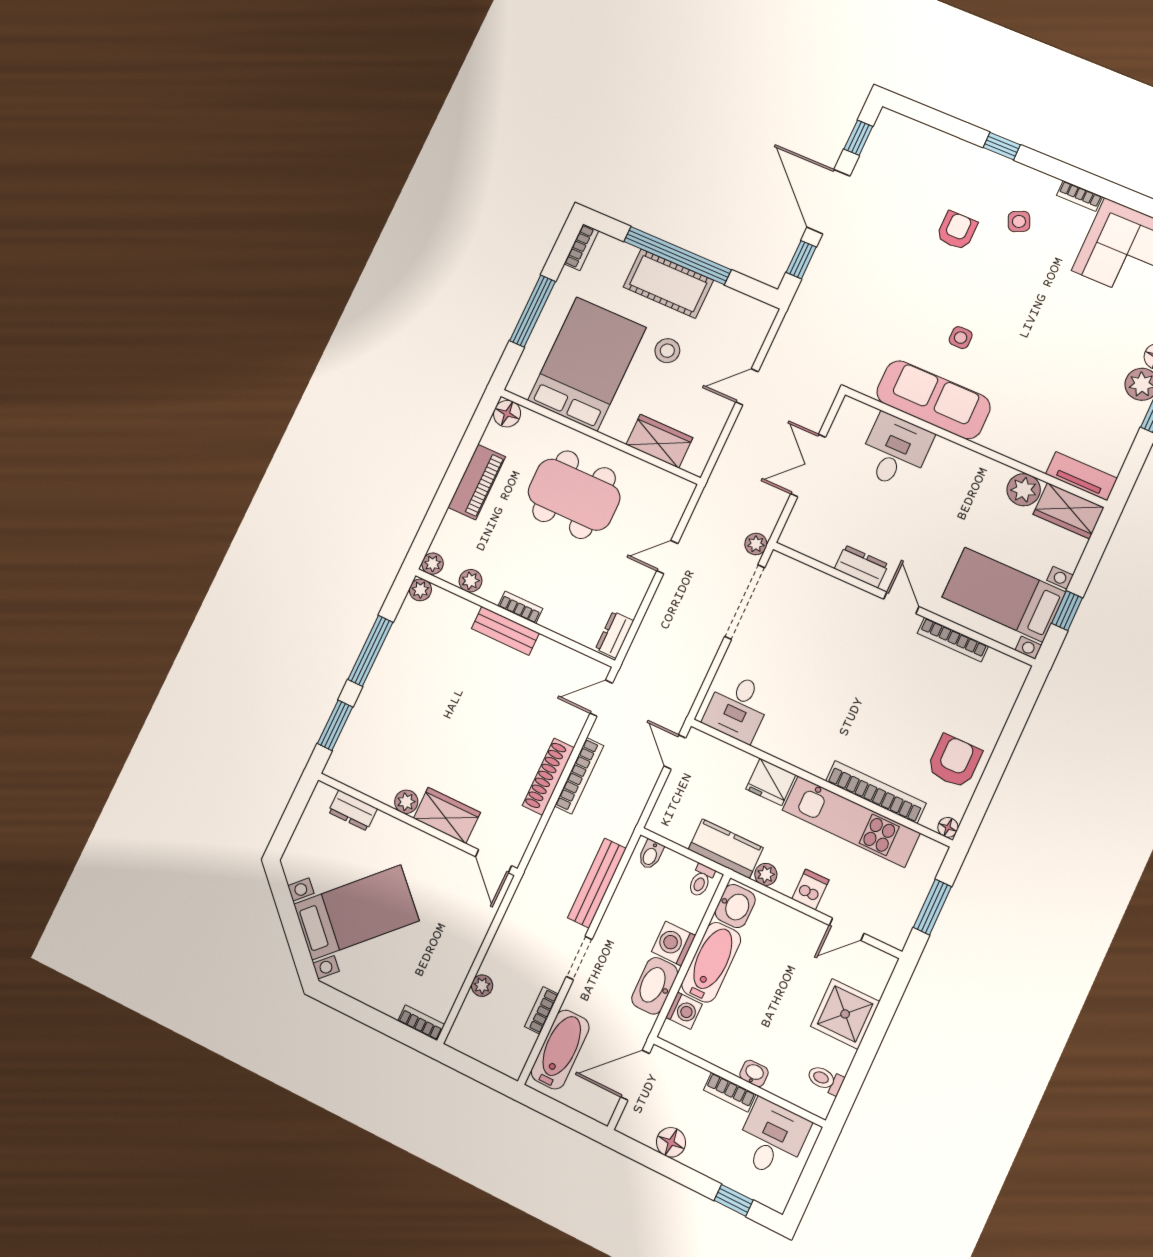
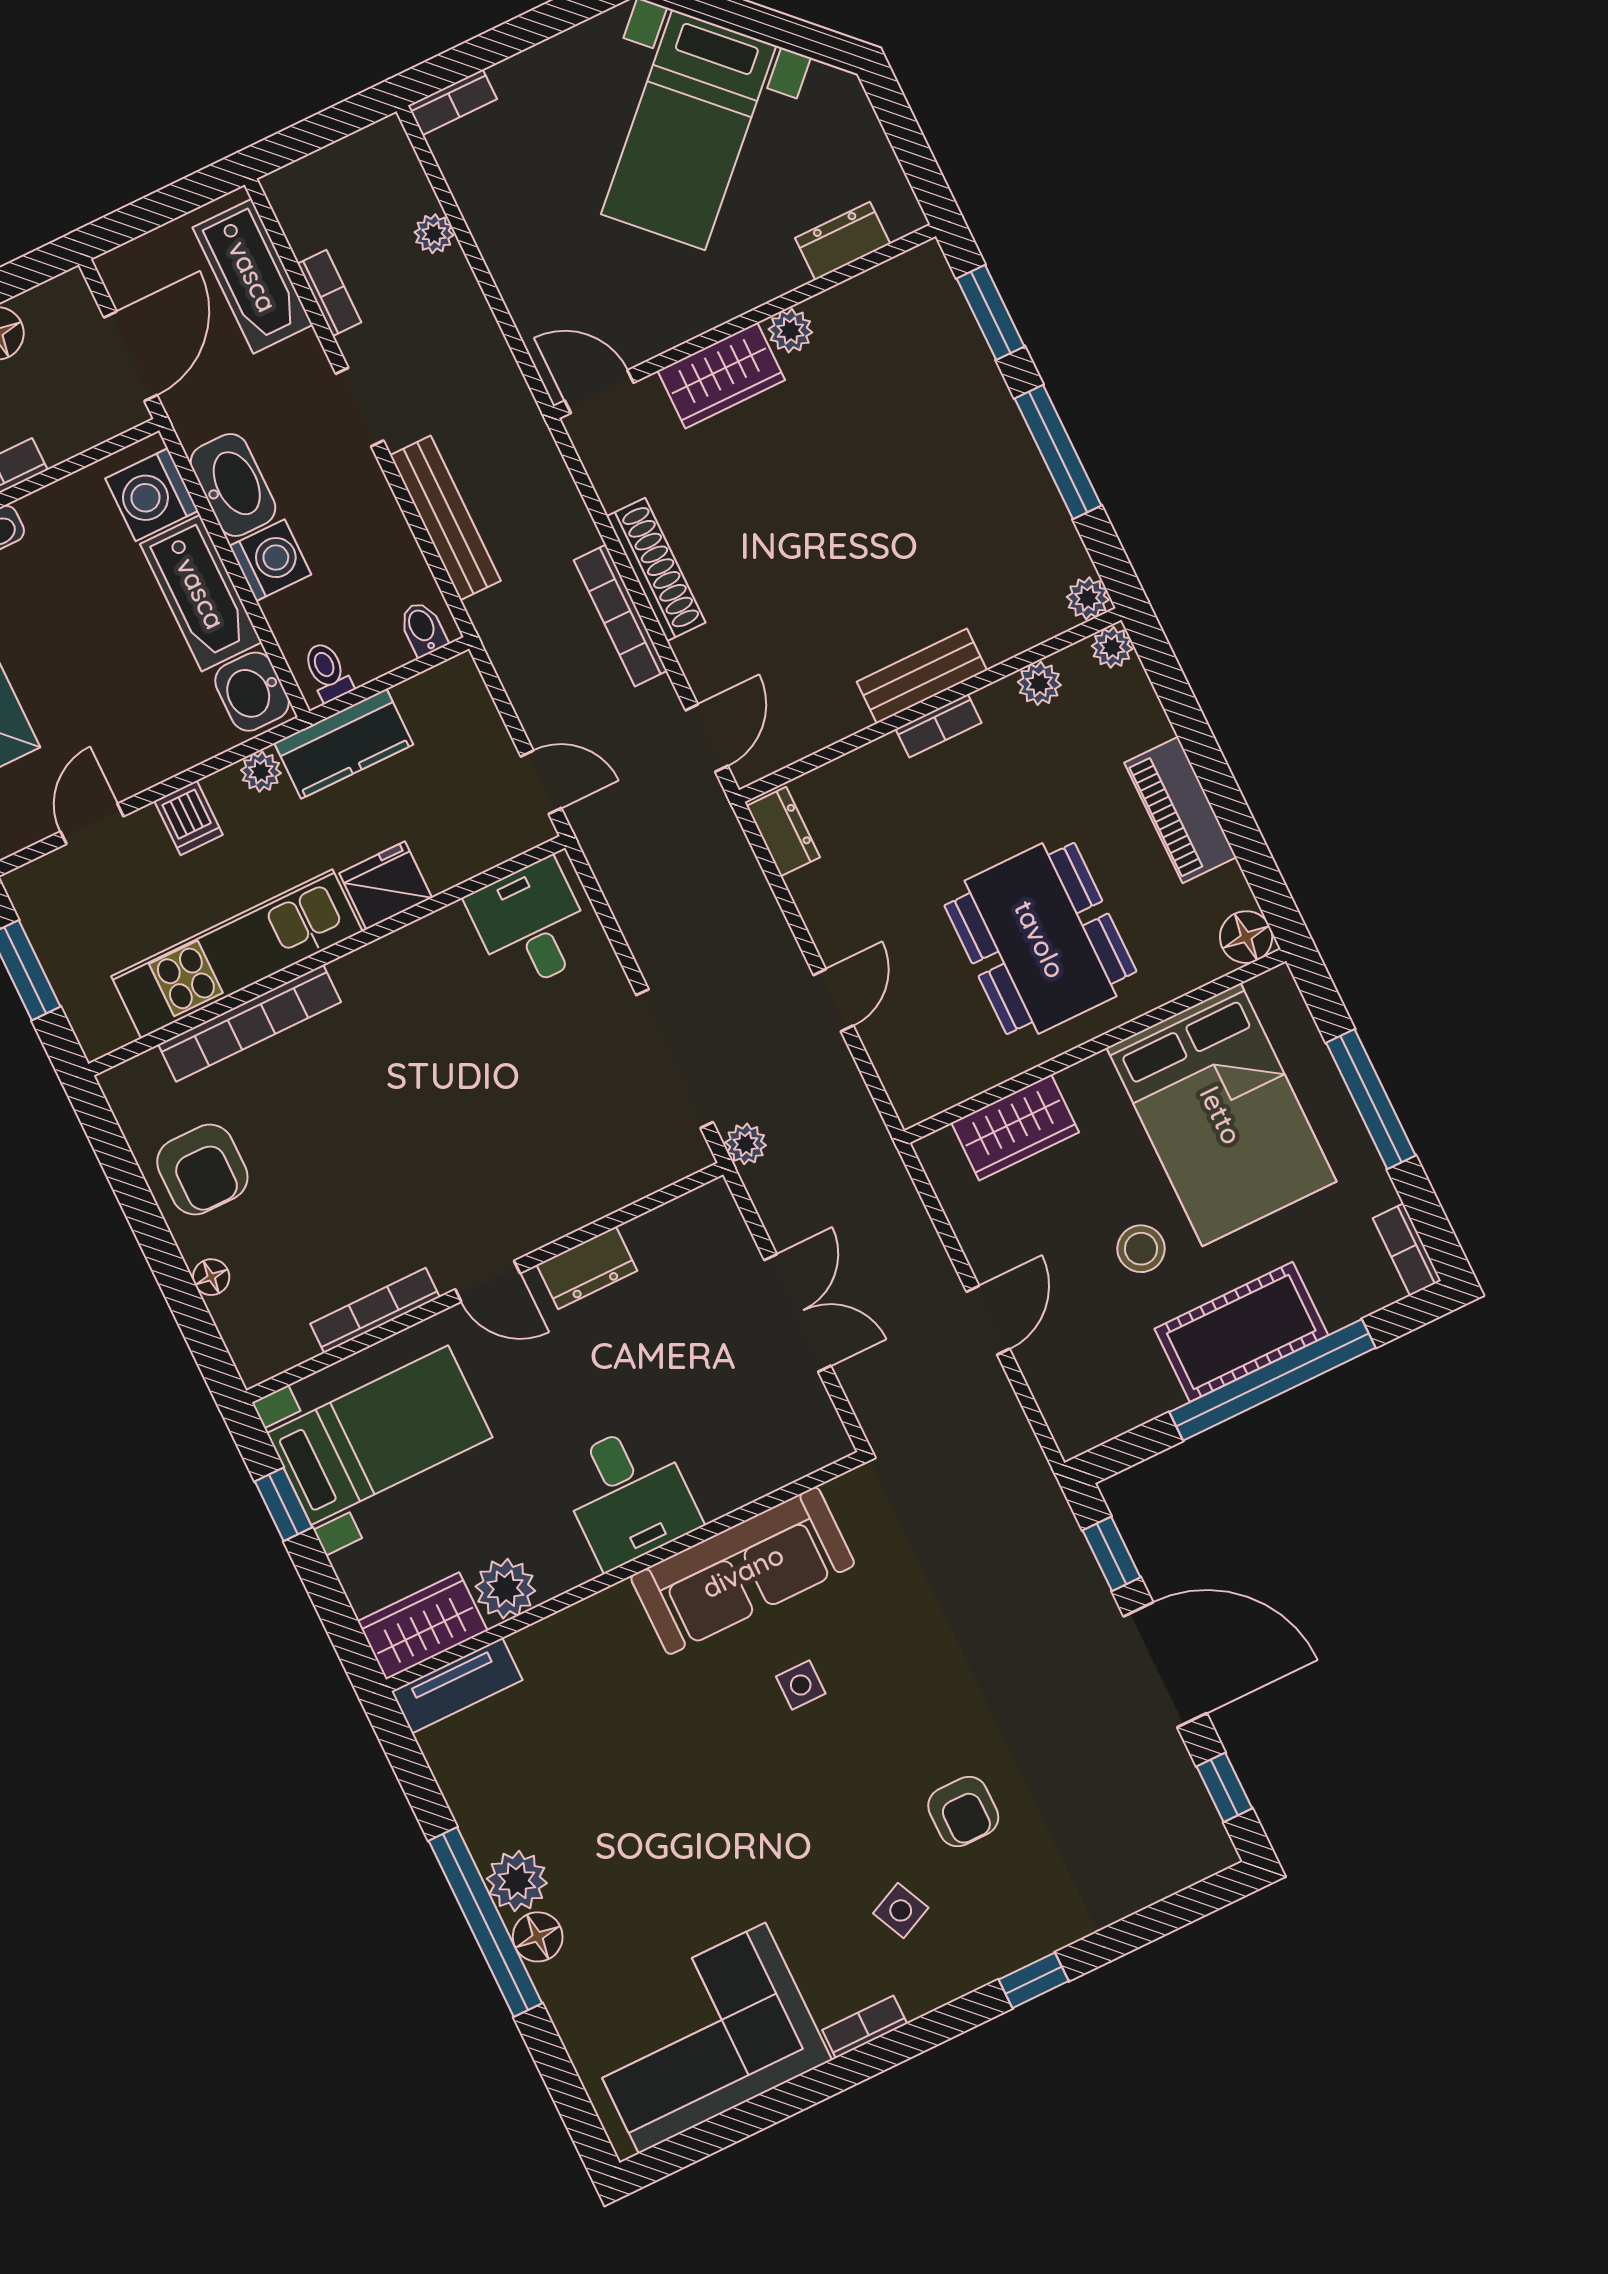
desk: (895, 451) -> (628, 1495), moved
dining table: (574, 495) -> (1040, 939), turned 90
floor lamp: (948, 827) -> (211, 1277), moved
washing machine: (684, 1011) -> (152, 495), width x1.38, depth x1.38

